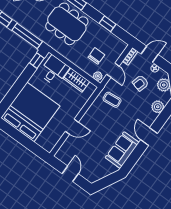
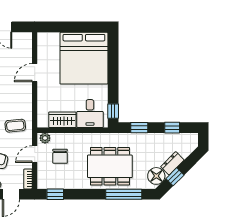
window: (107, 24) -> (55, 194), moved
window: (27, 36) -> (139, 128), width x0.46
door: (113, 70) -> (35, 154), hinge flipped

